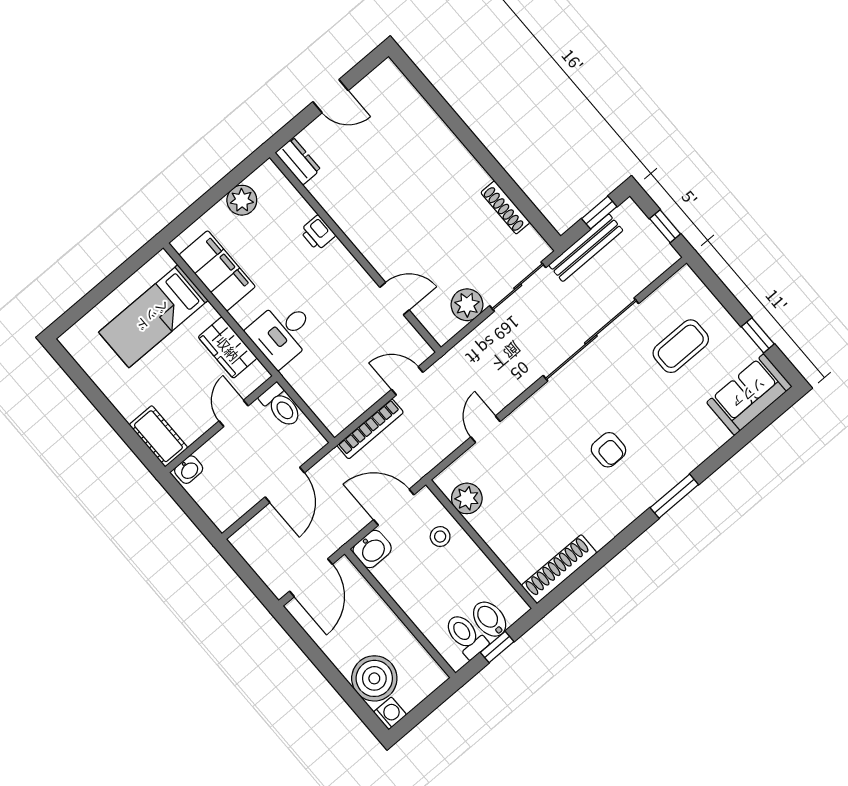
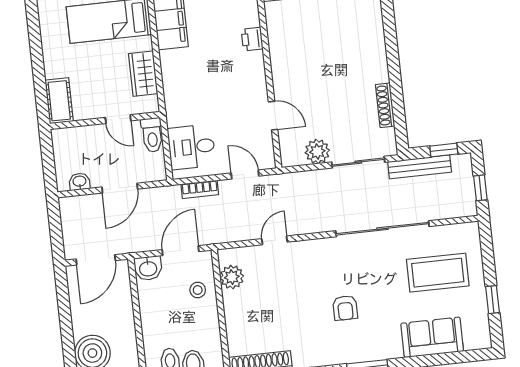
desk: (282, 333) -> (192, 147), moved
coffee table: (681, 346) -> (438, 273), width x1.36, depth x1.32
sofa: (749, 394) -> (432, 337), moved
door: (234, 413) -> (118, 119), swing flipped
bookcase: (370, 429) -> (200, 189), width x0.64
washbasin: (189, 470) -> (79, 182), moved, turned 180
door: (394, 507) -> (181, 251), hinge flipped

